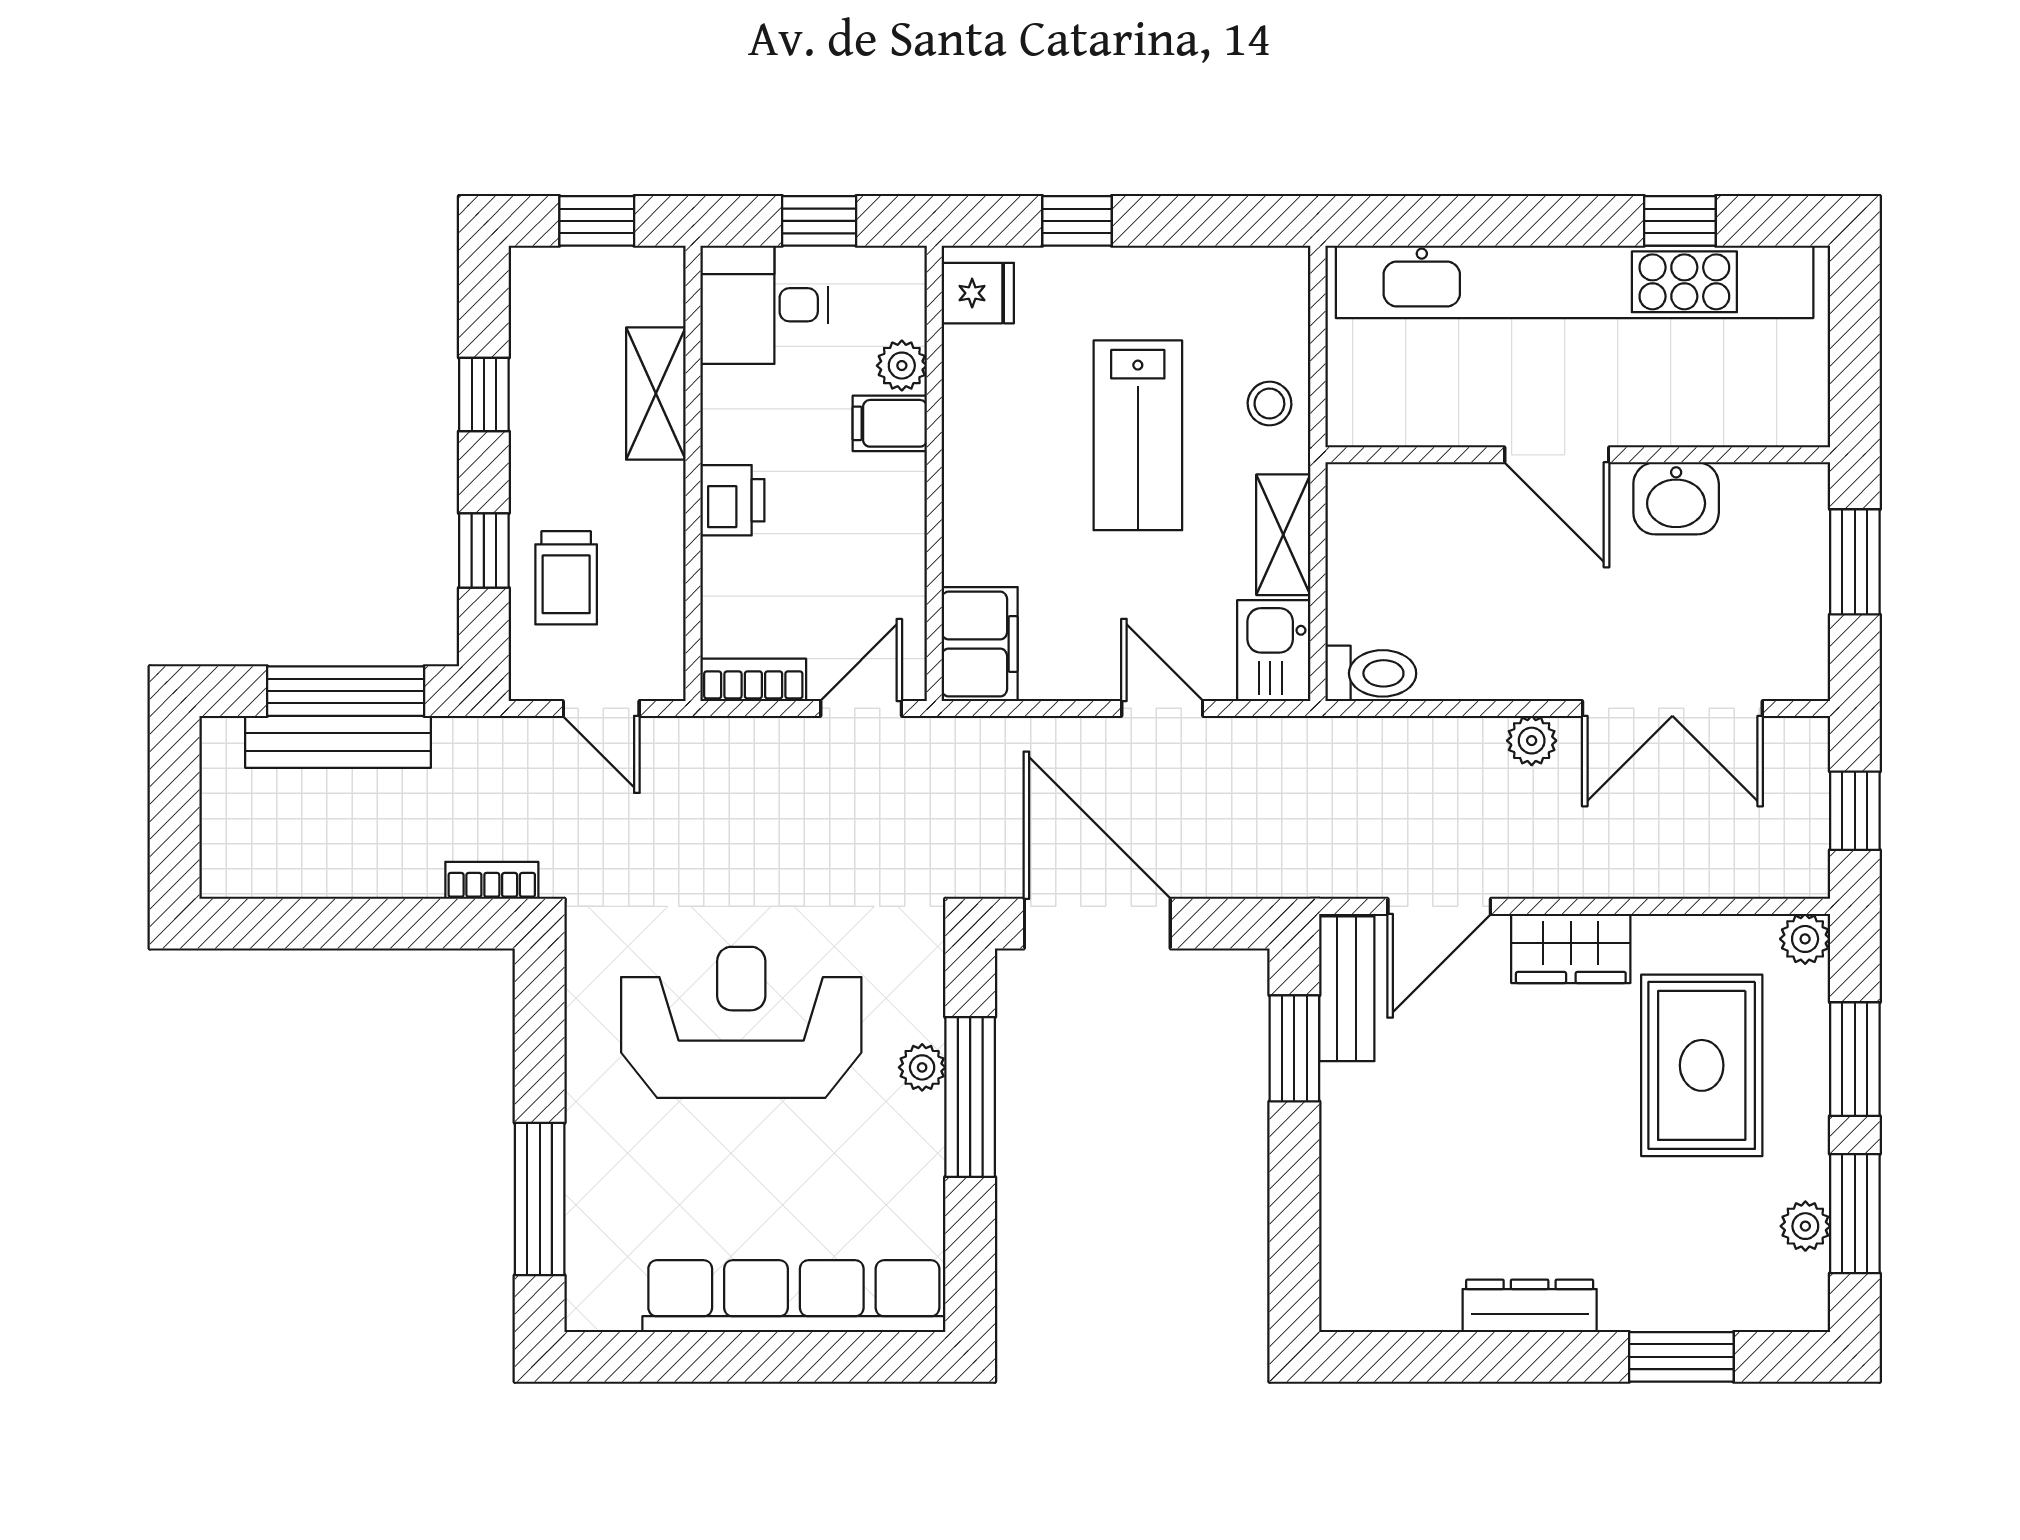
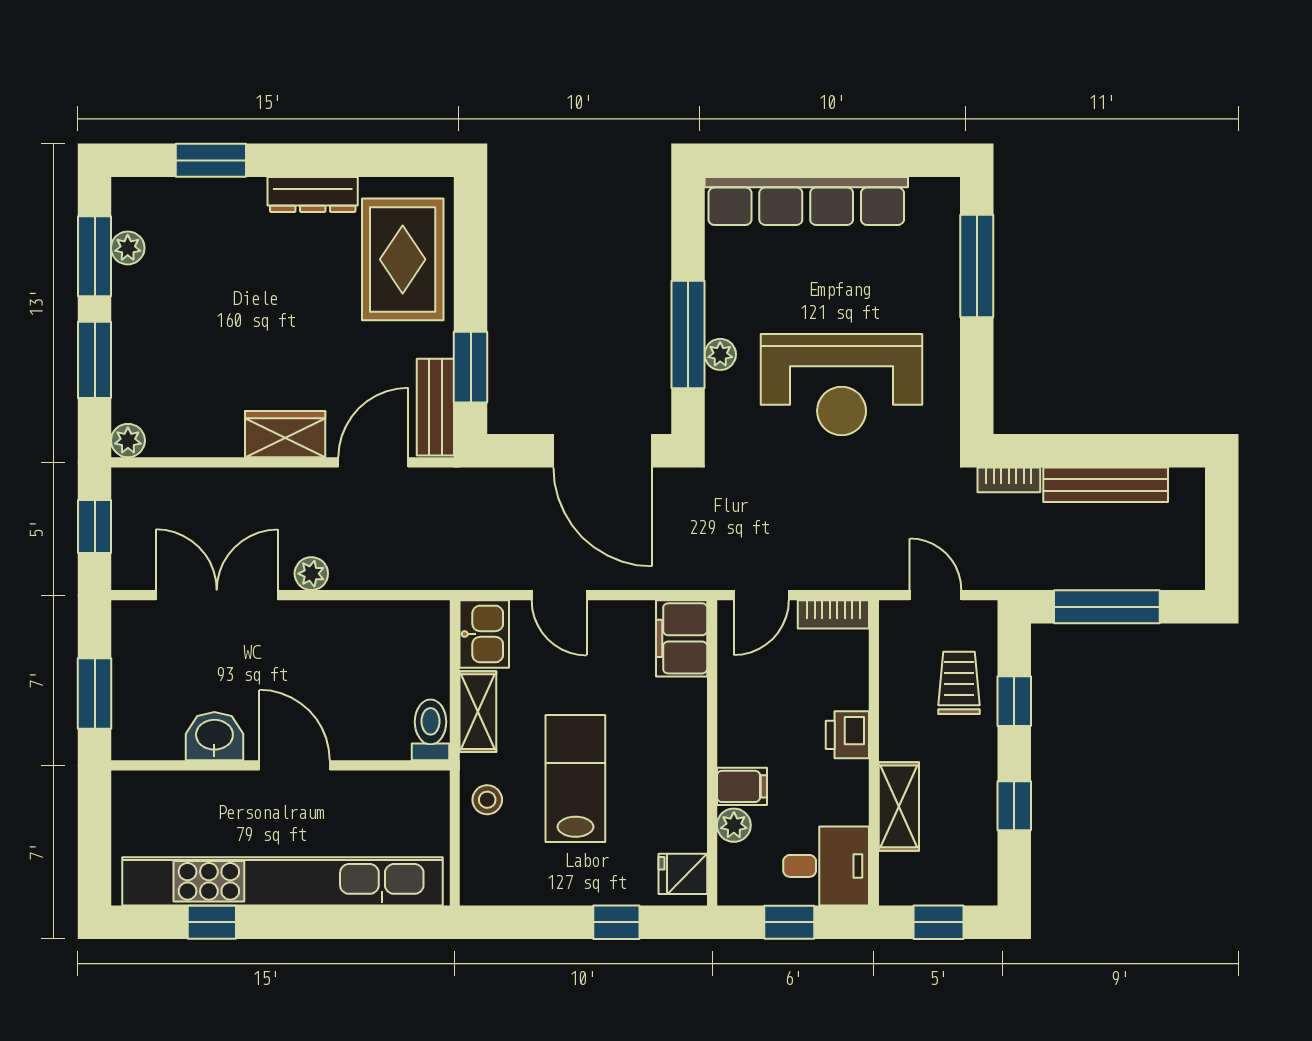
toilet: (1371, 673) -> (431, 730), moved, turned 90
bench: (338, 742) -> (1106, 485), moved
rug: (1702, 1065) -> (403, 259), moved

